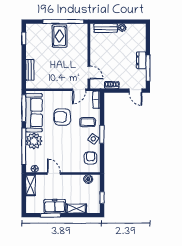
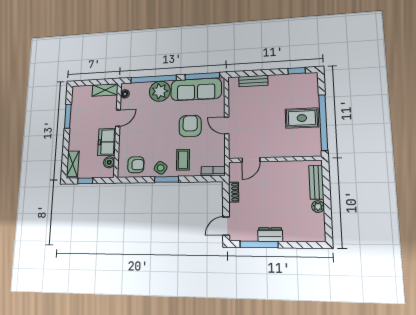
door: (79, 90) -> (227, 125), moved
freezer: (55, 206) -> (107, 142), moved, turned 180
shelving: (76, 209) -> (73, 164), moved

